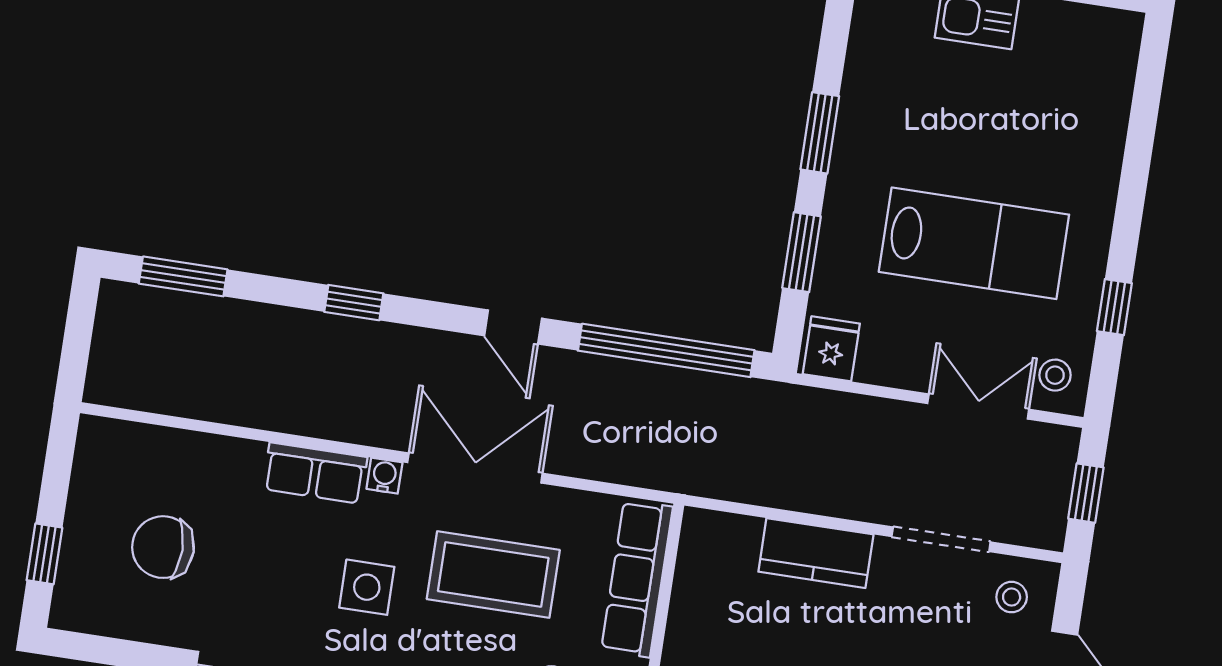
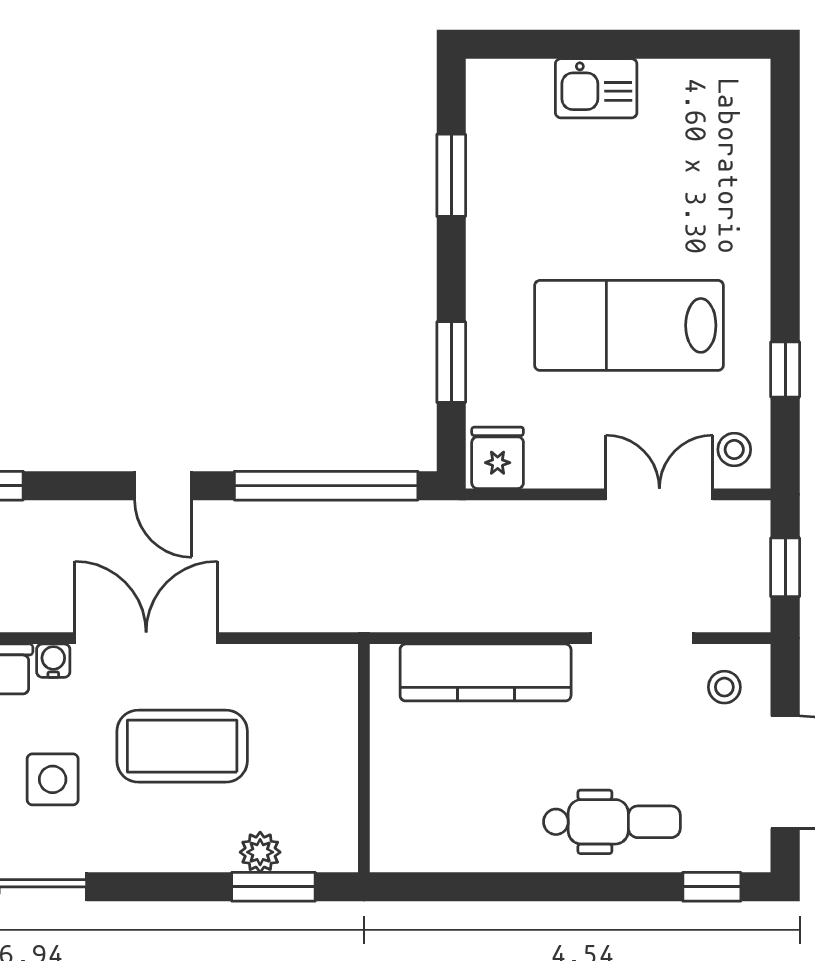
window: (820, 133) -> (451, 175), moved
lab bench: (974, 243) -> (629, 325), turned 180
kitchen counter: (816, 553) -> (486, 672), width x1.50
row of seats: (637, 579) -> (332, 727), removed

